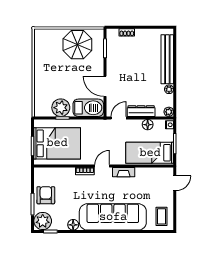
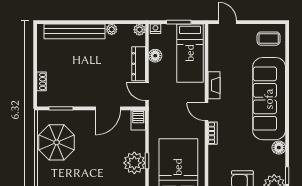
barbecue: (88, 108) -> (138, 120), width x0.53, depth x0.65

